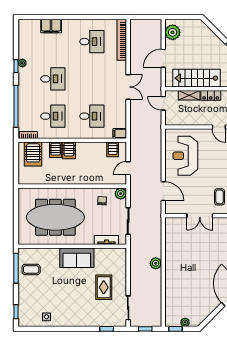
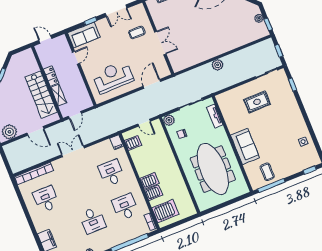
desk: (53, 79) -> (93, 220), turned 180
reception desk: (185, 156) -> (113, 77), turned 180
sofa: (77, 258) -> (245, 146), moved

